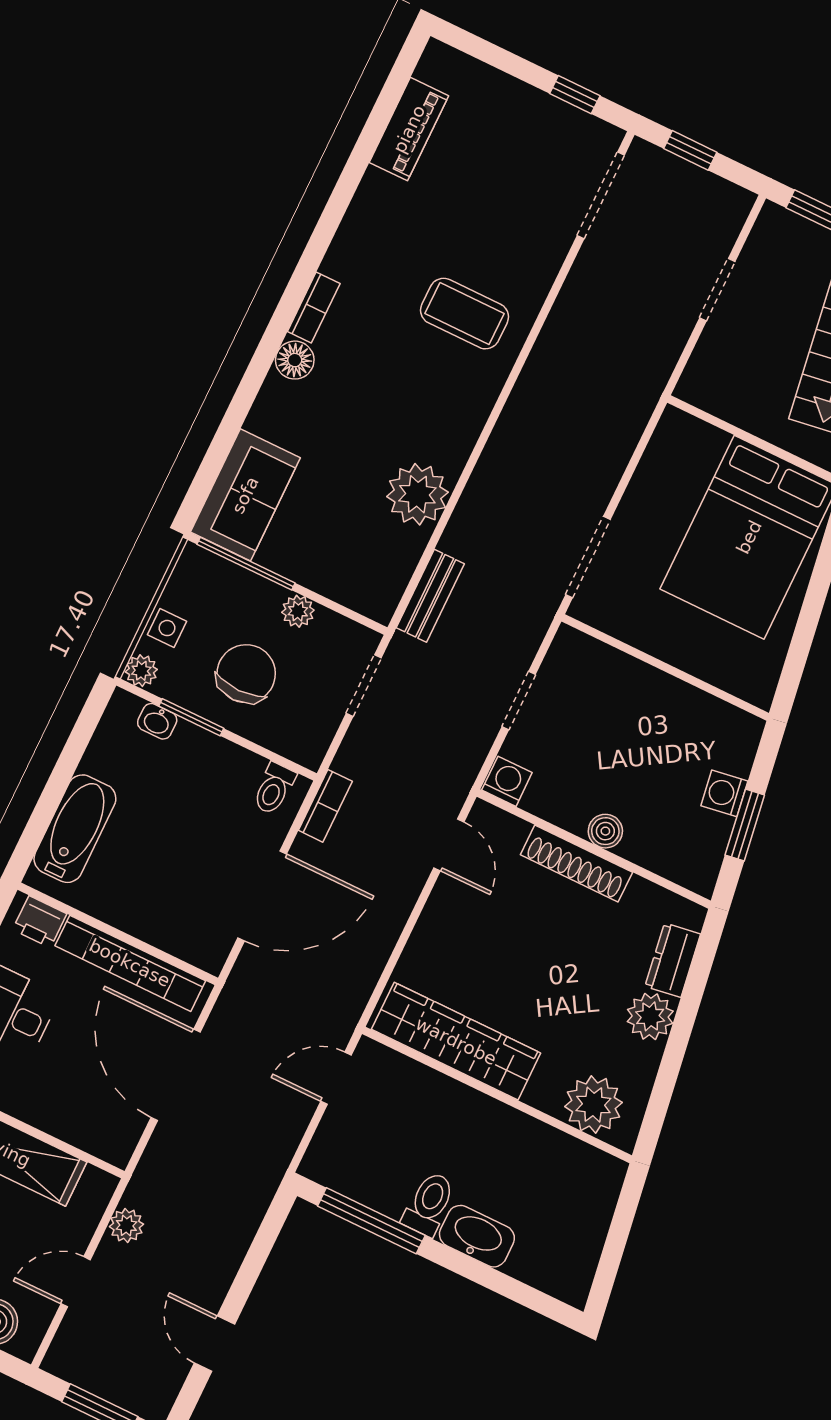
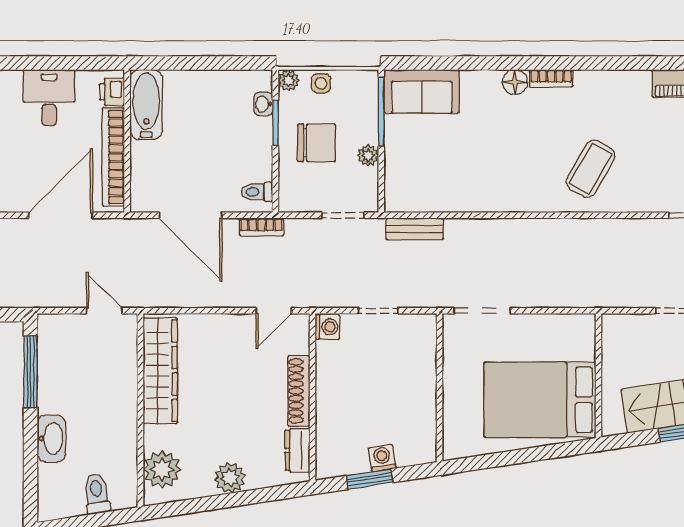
coffee table: (465, 314) -> (590, 169), turned 30
plant: (417, 494) -> (471, 192), removed
bathtub: (75, 829) -> (146, 105), moved, turned -90
boiler: (605, 831) -> (326, 399), removed
dresser: (673, 960) -> (298, 450), moved, turned -81
toilet: (429, 1204) -> (97, 494), moved, turned -99

